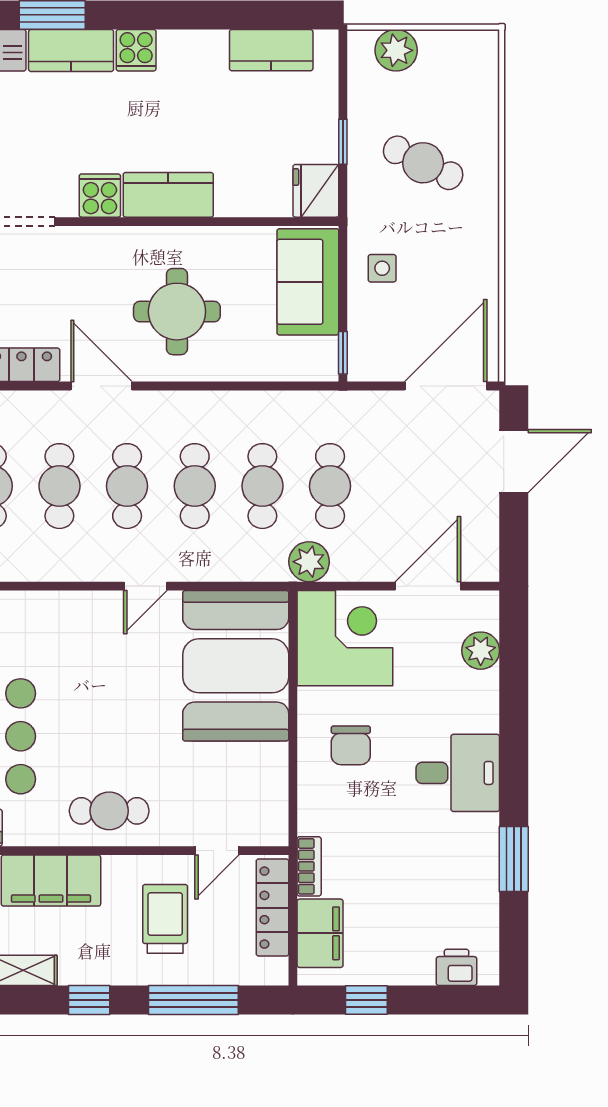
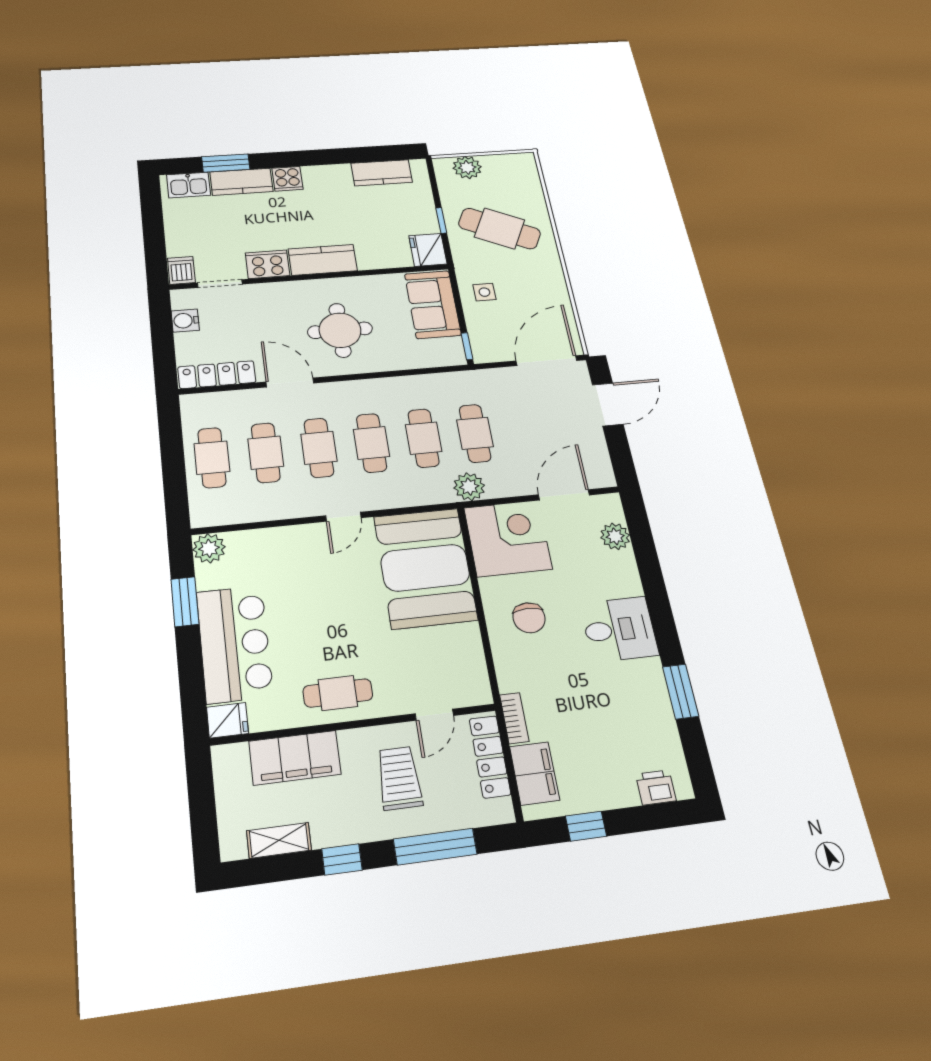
cafe table: (423, 163) -> (500, 228), width x1.37, depth x1.35
cooker: (100, 196) -> (267, 264), width x1.36

